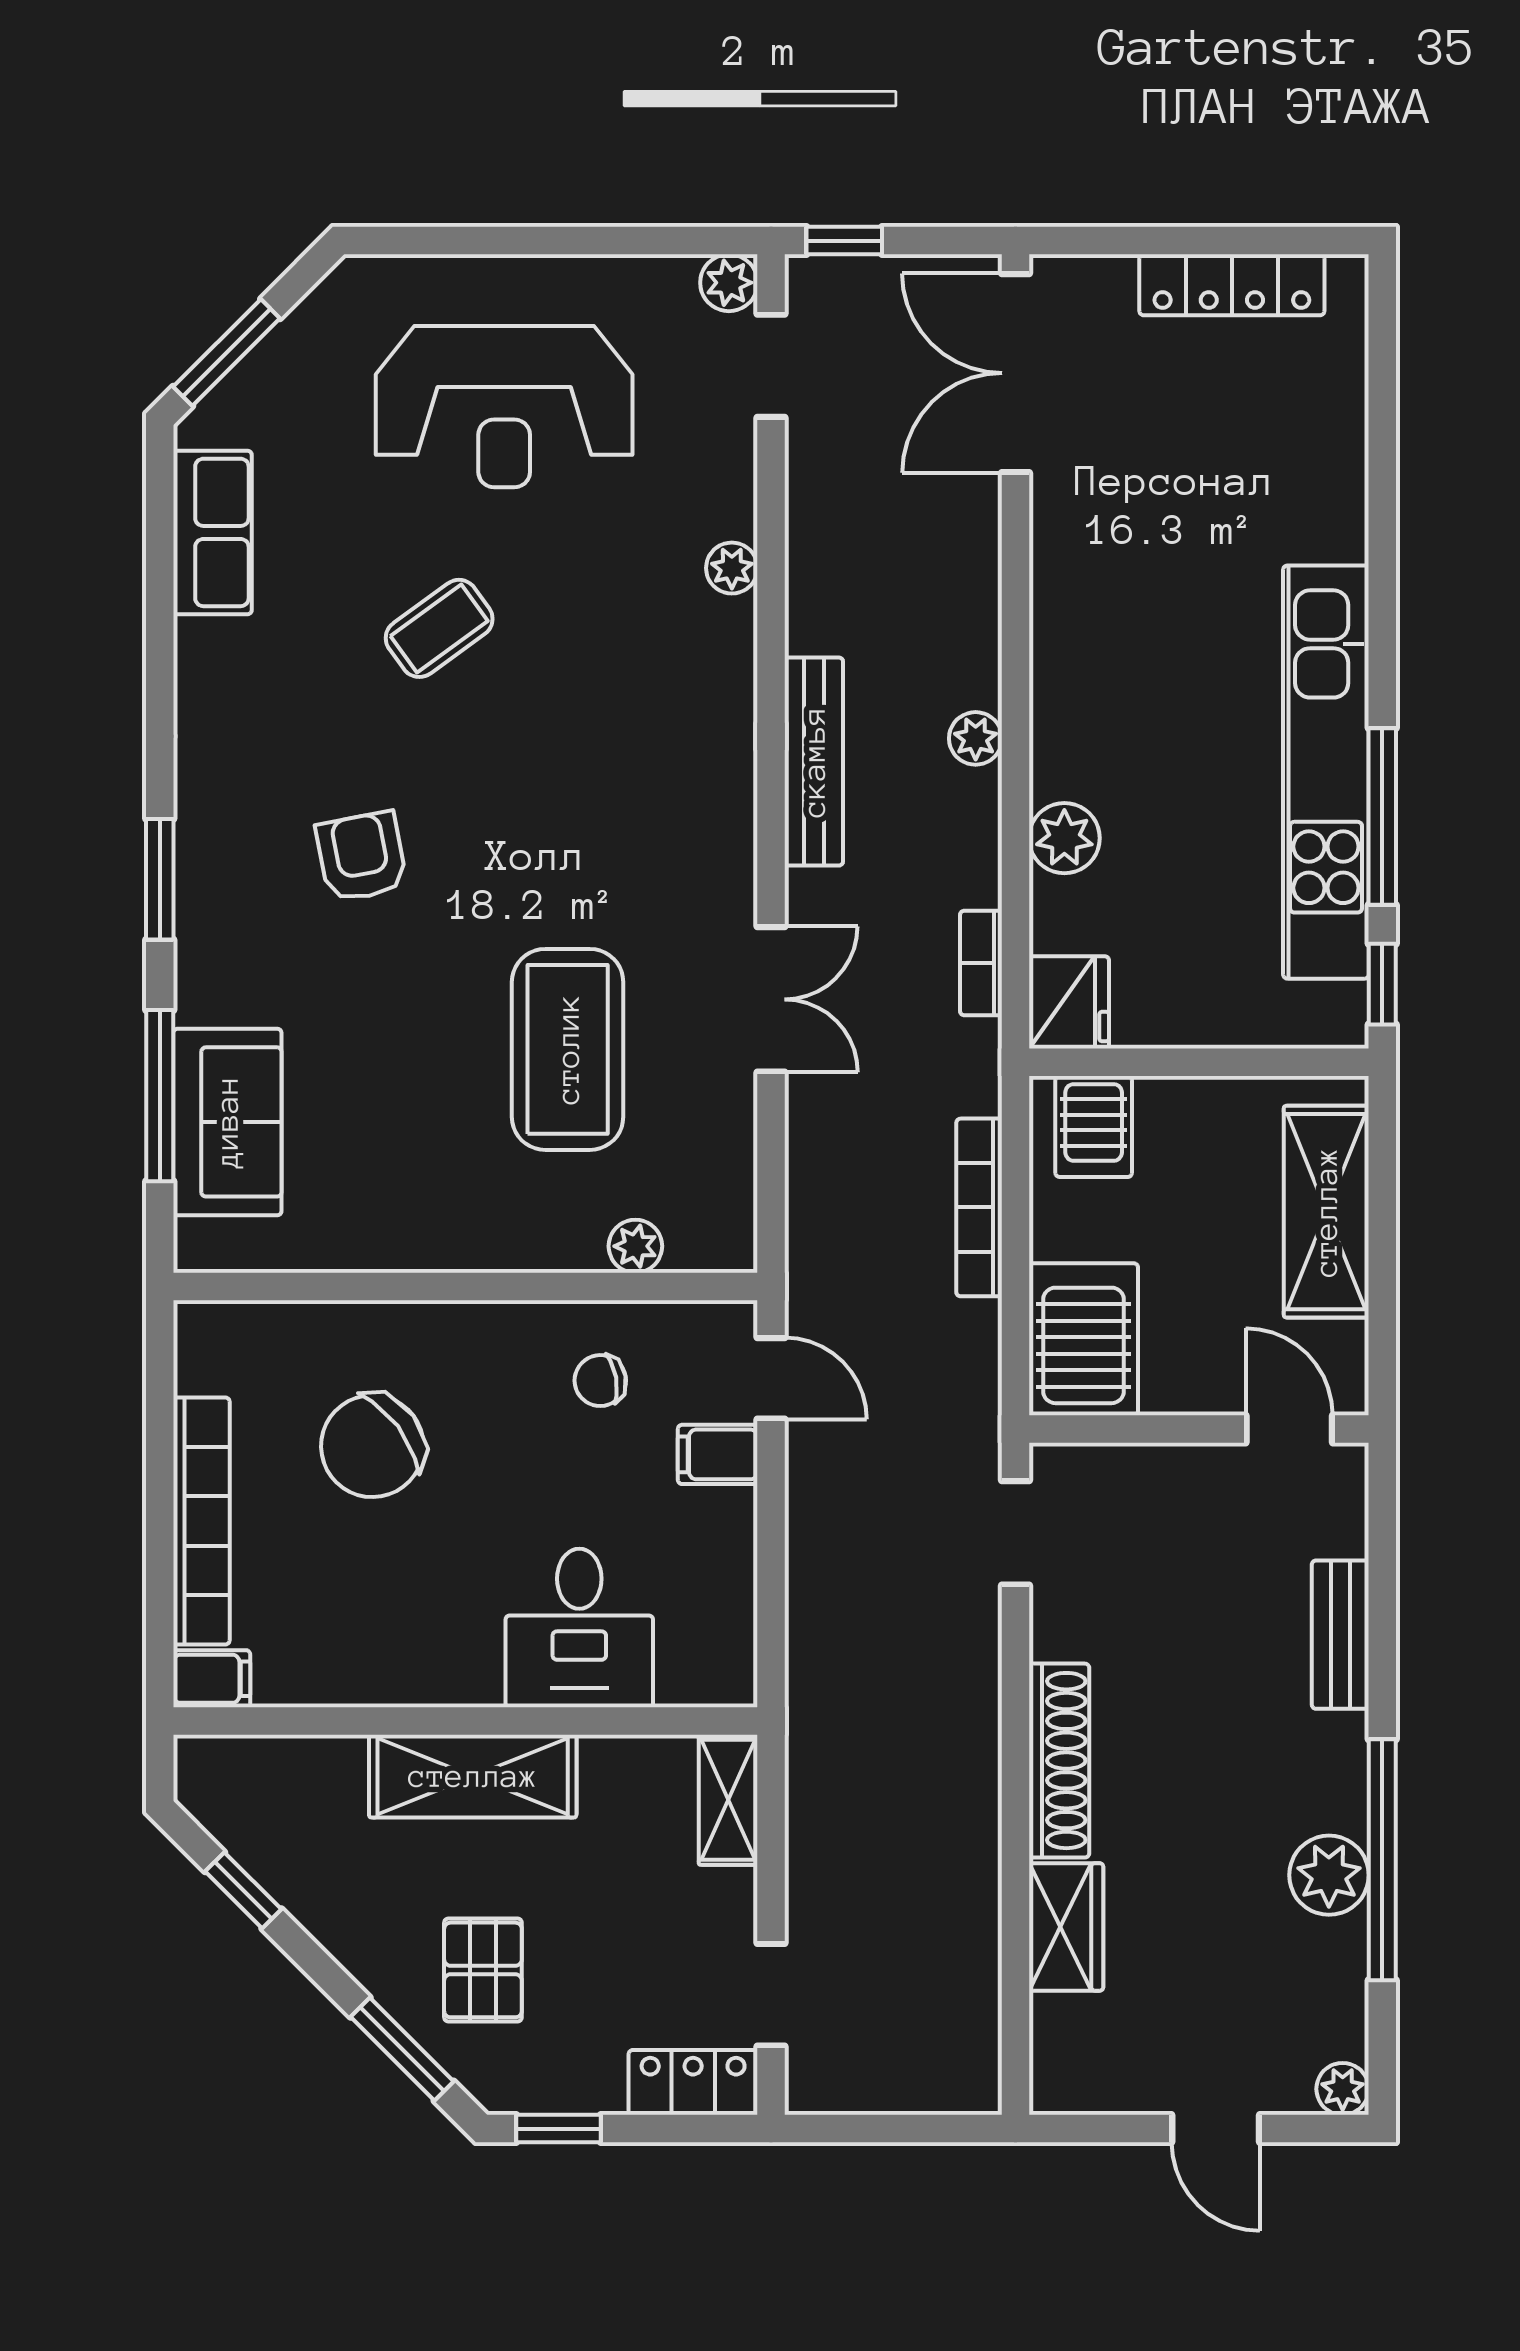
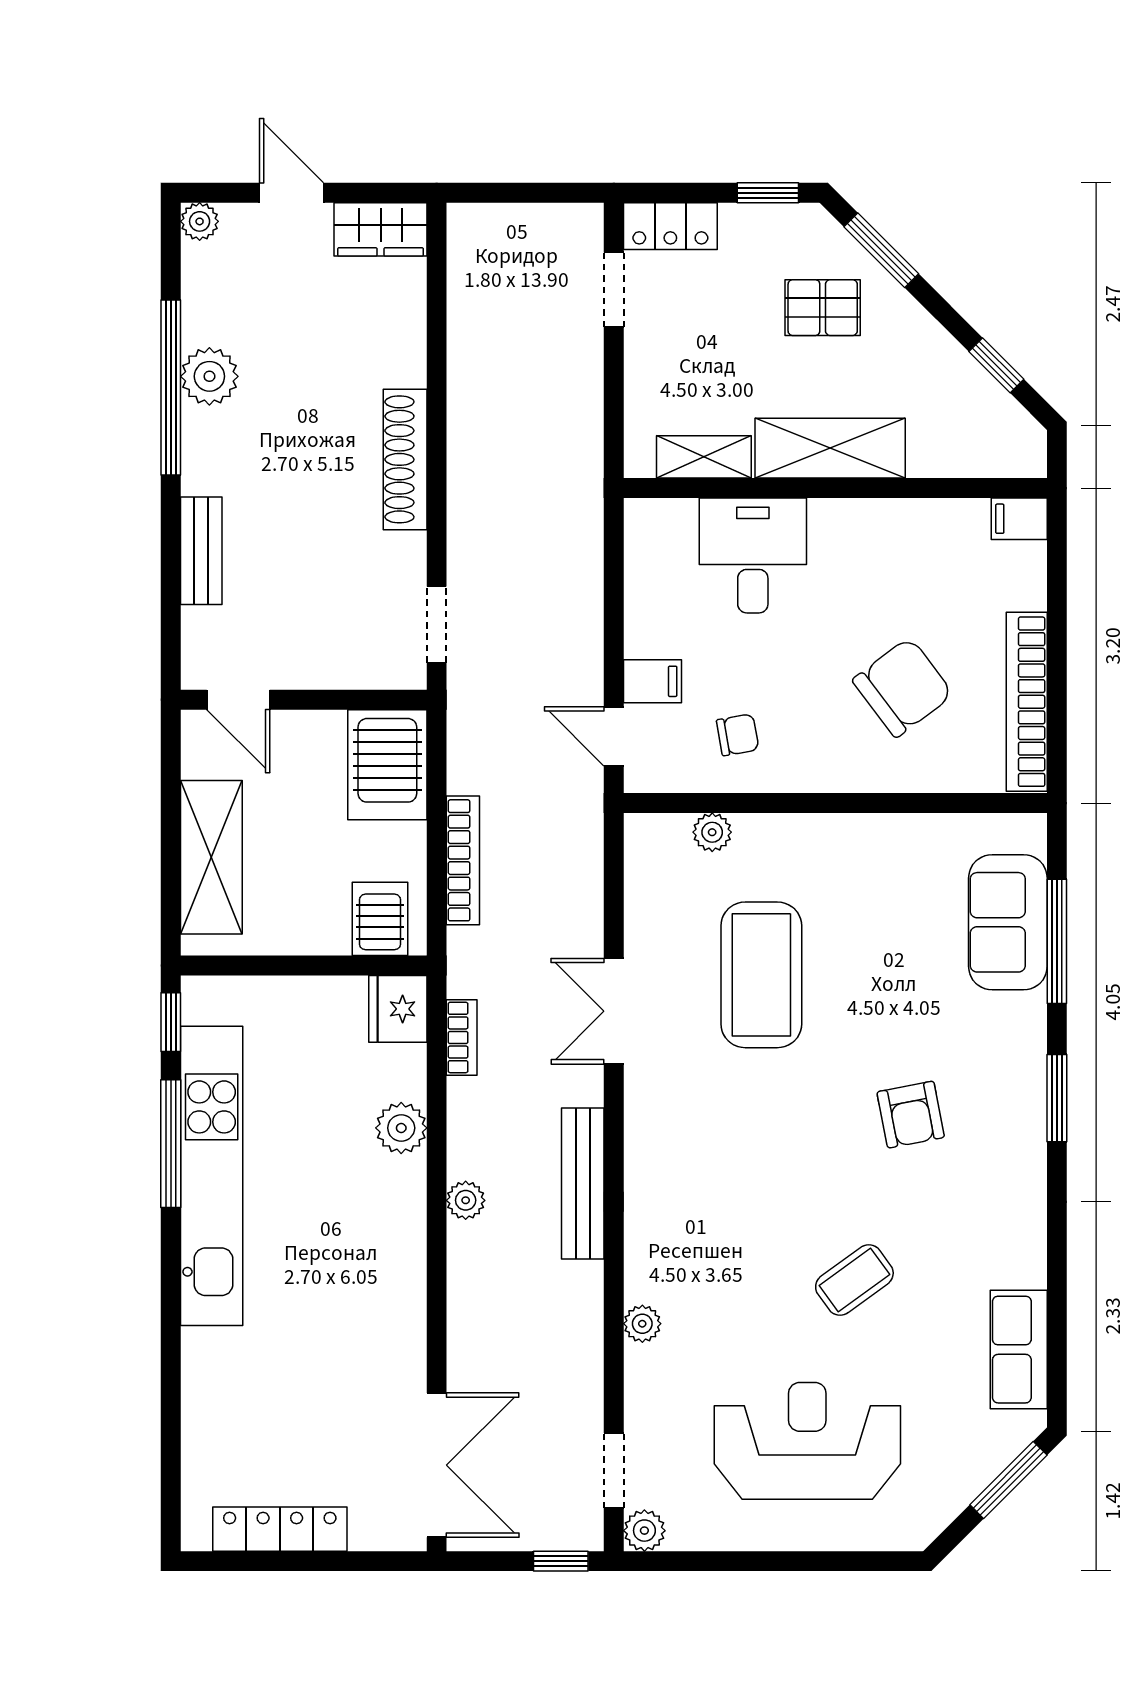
bookcase: (201, 1521) -> (1027, 702), moved
shelving: (728, 1800) -> (704, 457), moved, turned 90
wardrobe: (1066, 1927) -> (381, 229), moved, turned -90
pallet: (483, 1970) -> (823, 308), turned 90

